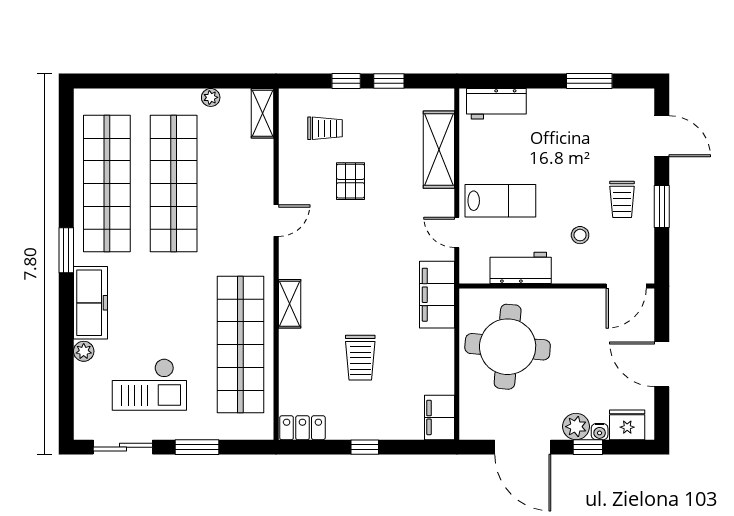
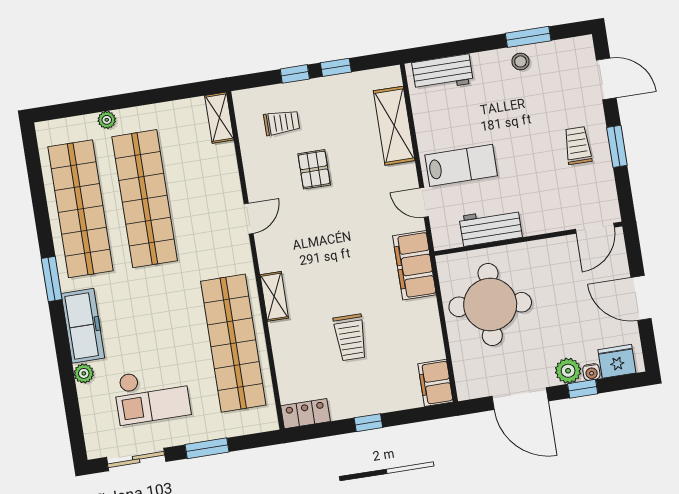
plant: (211, 97) -> (107, 120), moved
trolley: (622, 199) -> (578, 146), turned 180
stool: (580, 235) -> (521, 61), moved

